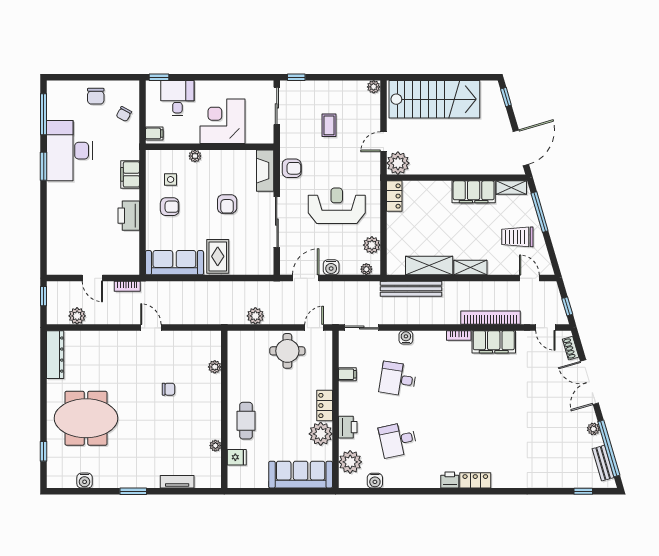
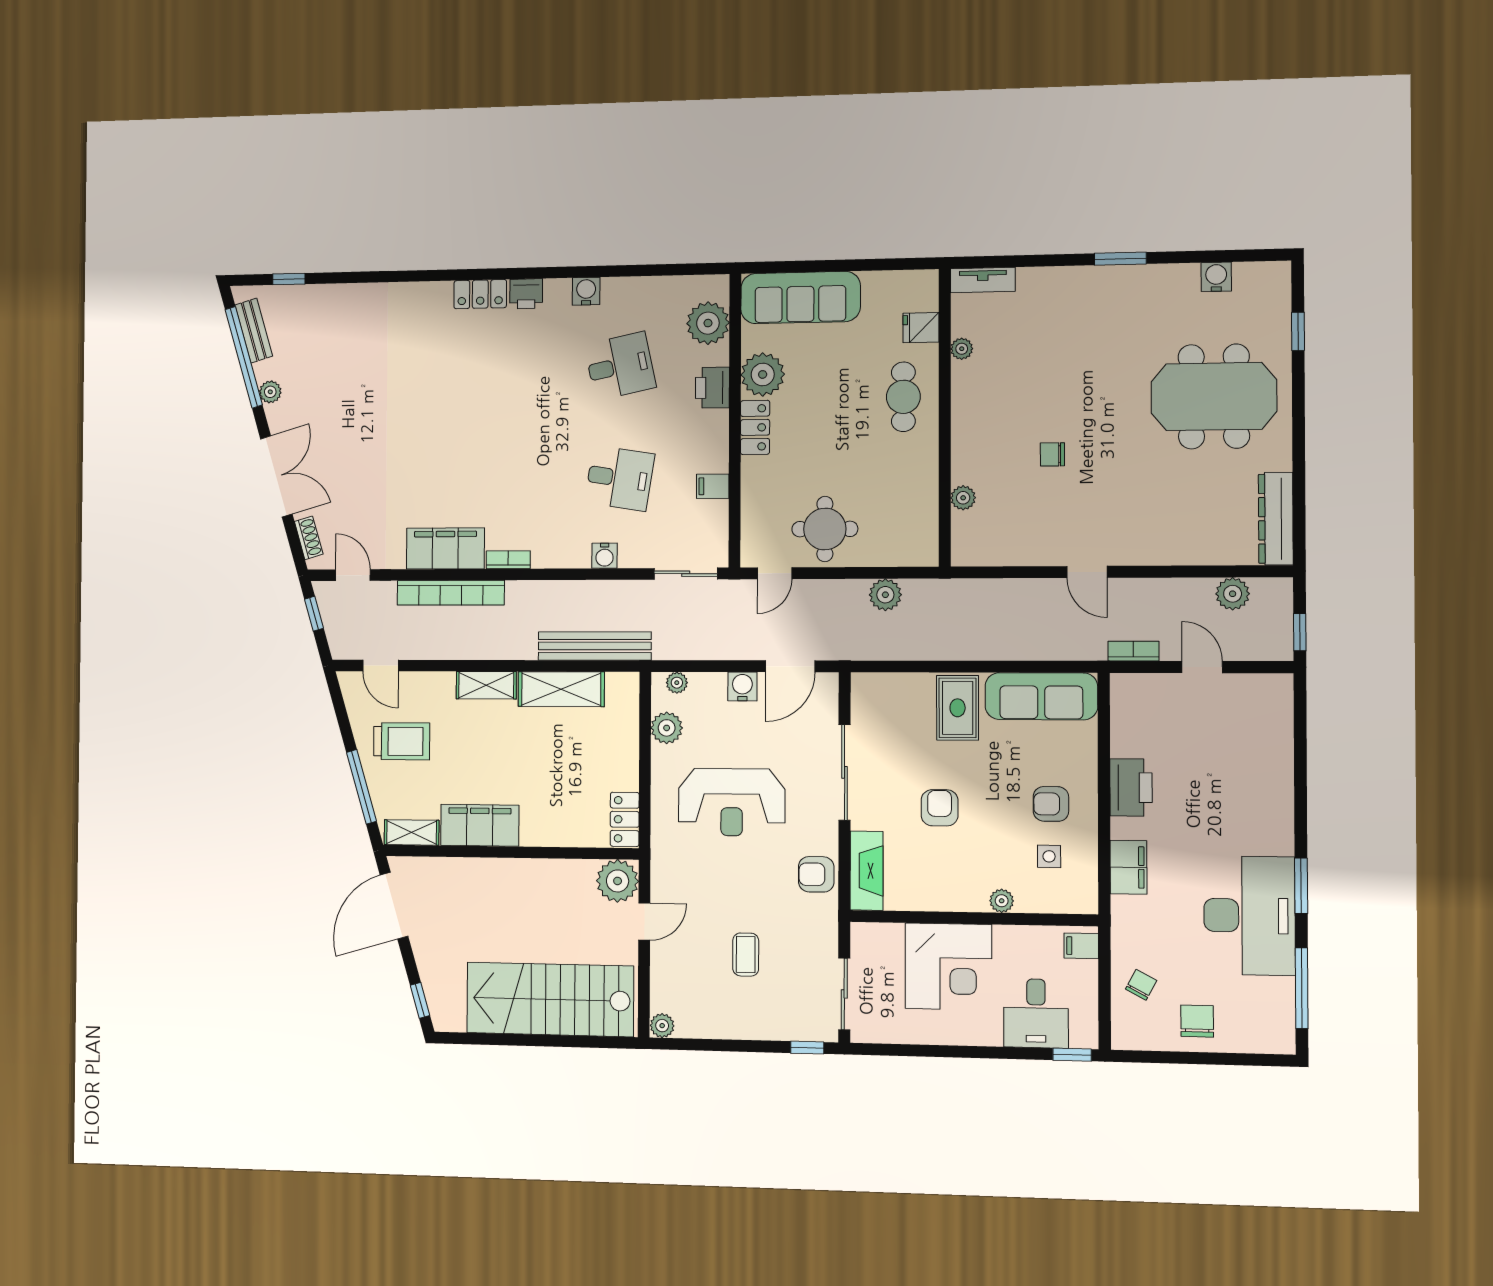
water cooler: (375, 481) -> (586, 291), moved
tv unit: (177, 482) -> (983, 280), moved

